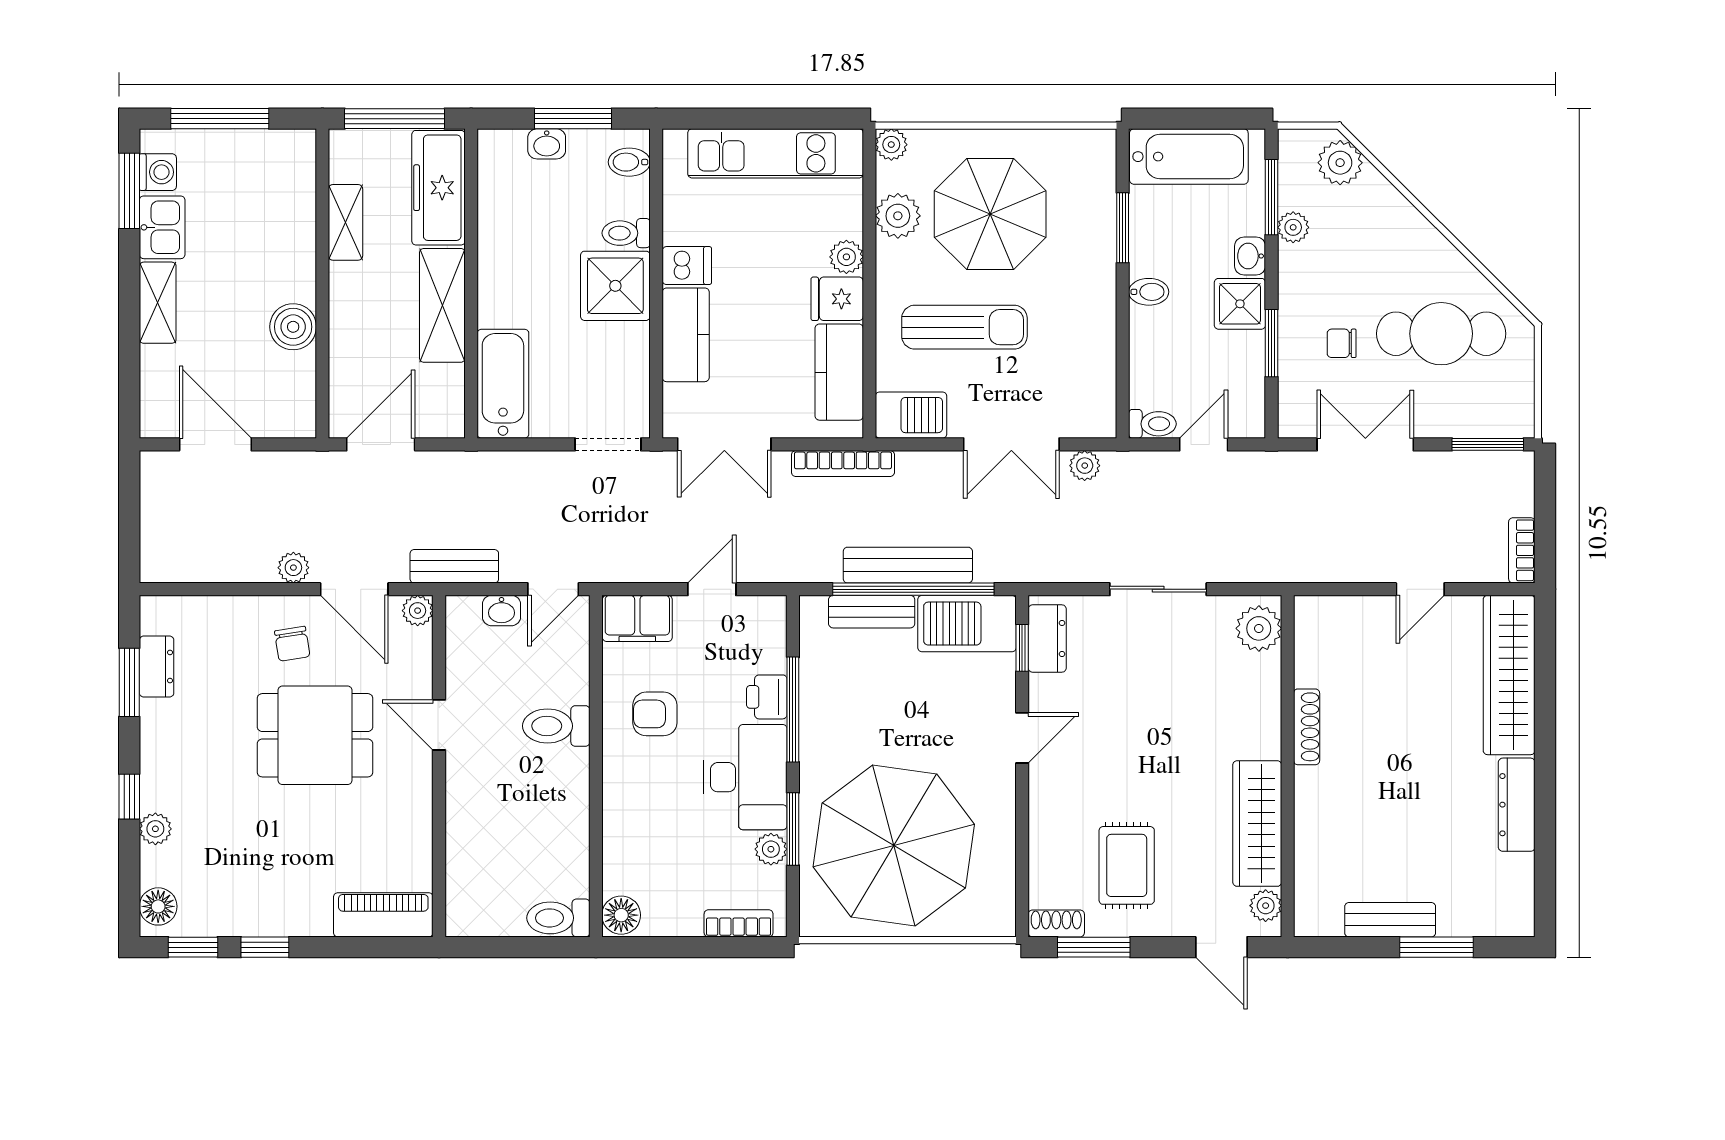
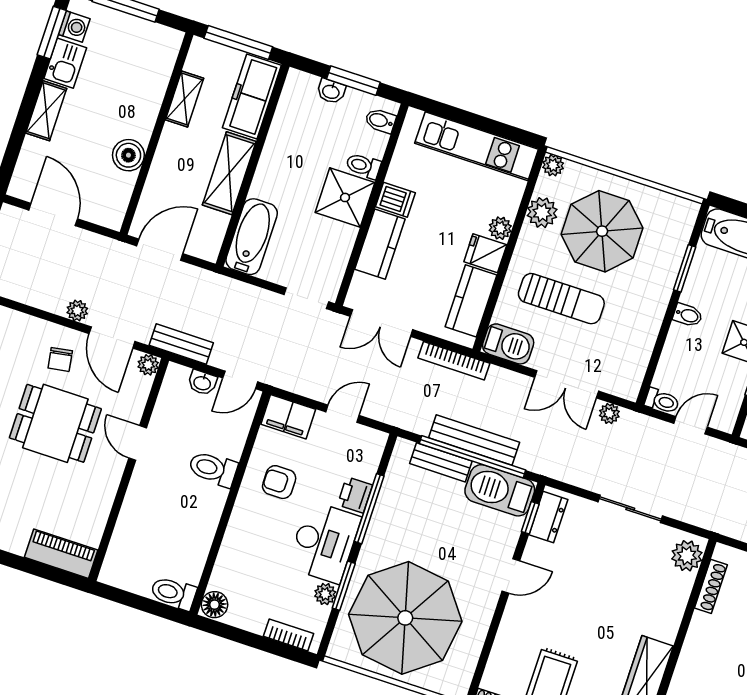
shoe rack: (1307, 727) -> (711, 586), moved

